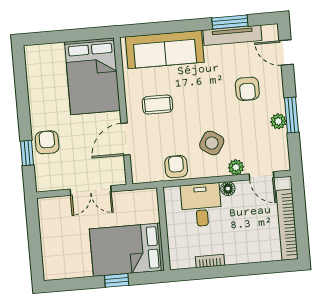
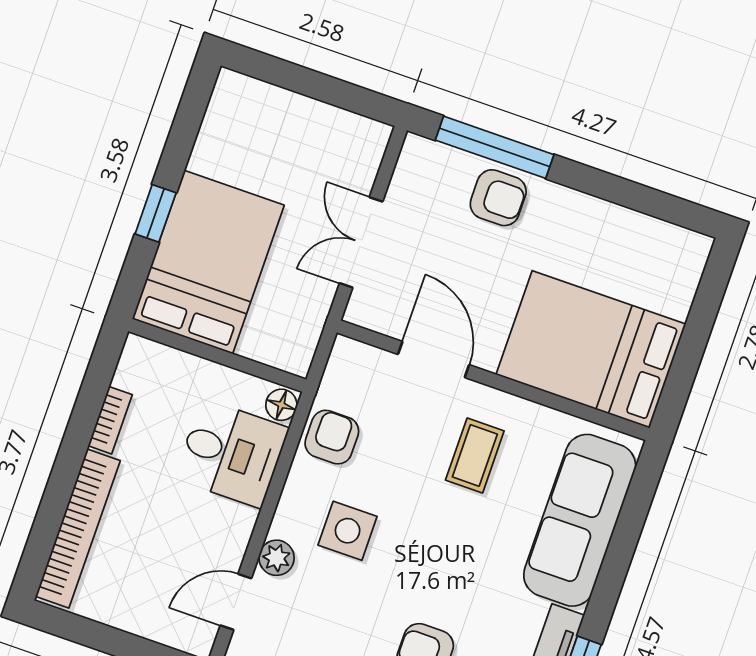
side table: (212, 143) -> (348, 531), turned -32
window: (27, 153) -> (495, 147), width x2.17
armchair: (176, 167) -> (332, 437), turned -90
floor lamp: (228, 189) -> (281, 405), moved
bookcase: (287, 225) -> (78, 529), moved, turned 90

